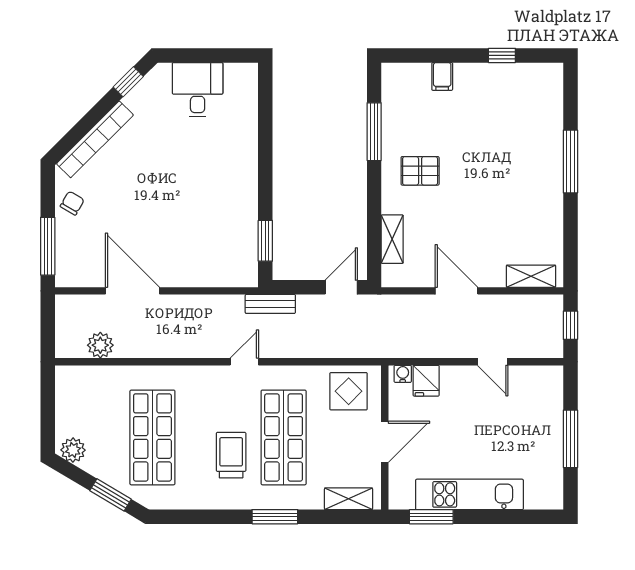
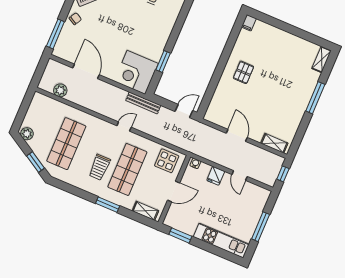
window: (502, 55) -> (304, 35), removed
filing cabinet: (442, 76) -> (249, 23), moved
window: (374, 132) -> (230, 45), removed
pallet: (420, 171) -> (243, 72), turned 90
shelving: (392, 239) -> (322, 59), moved
window: (265, 241) -> (163, 62), moved
corner desk: (225, 254) -> (136, 72), added
bench: (270, 304) -> (143, 103), width x1.36
fridge: (426, 381) -> (216, 176), moved
trolley: (231, 455) -> (99, 167), turned 180
kitchen unit: (469, 494) -> (221, 241), moved

